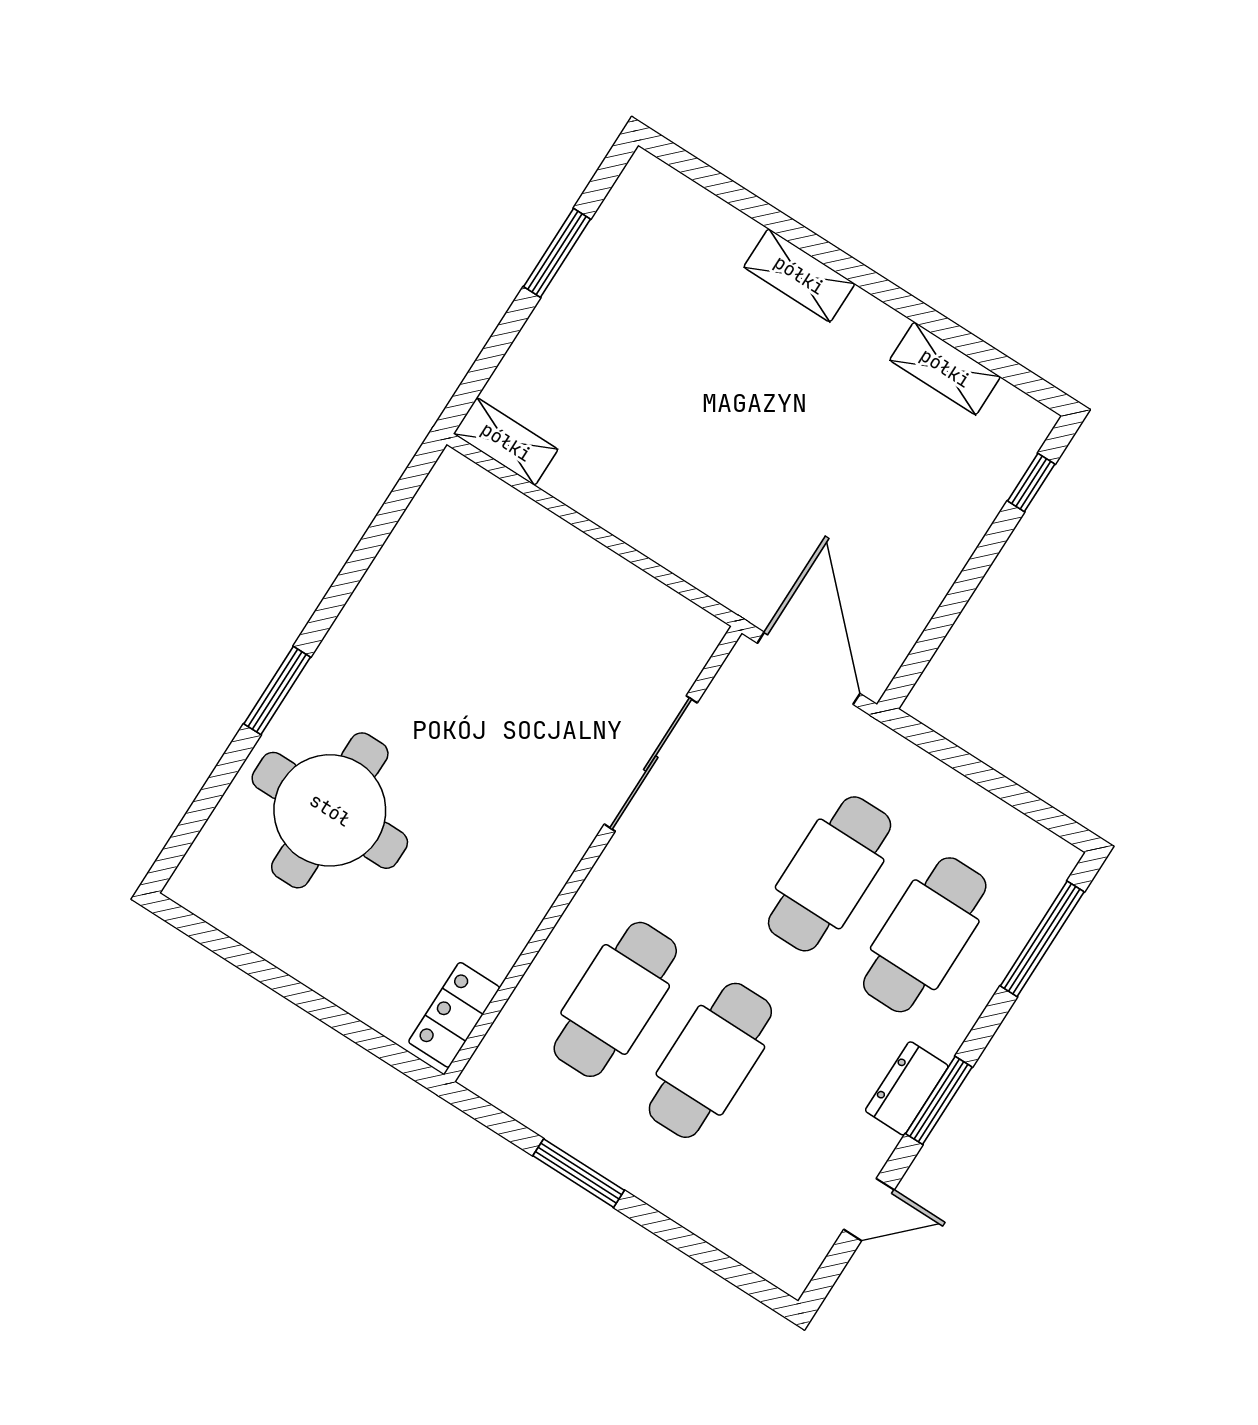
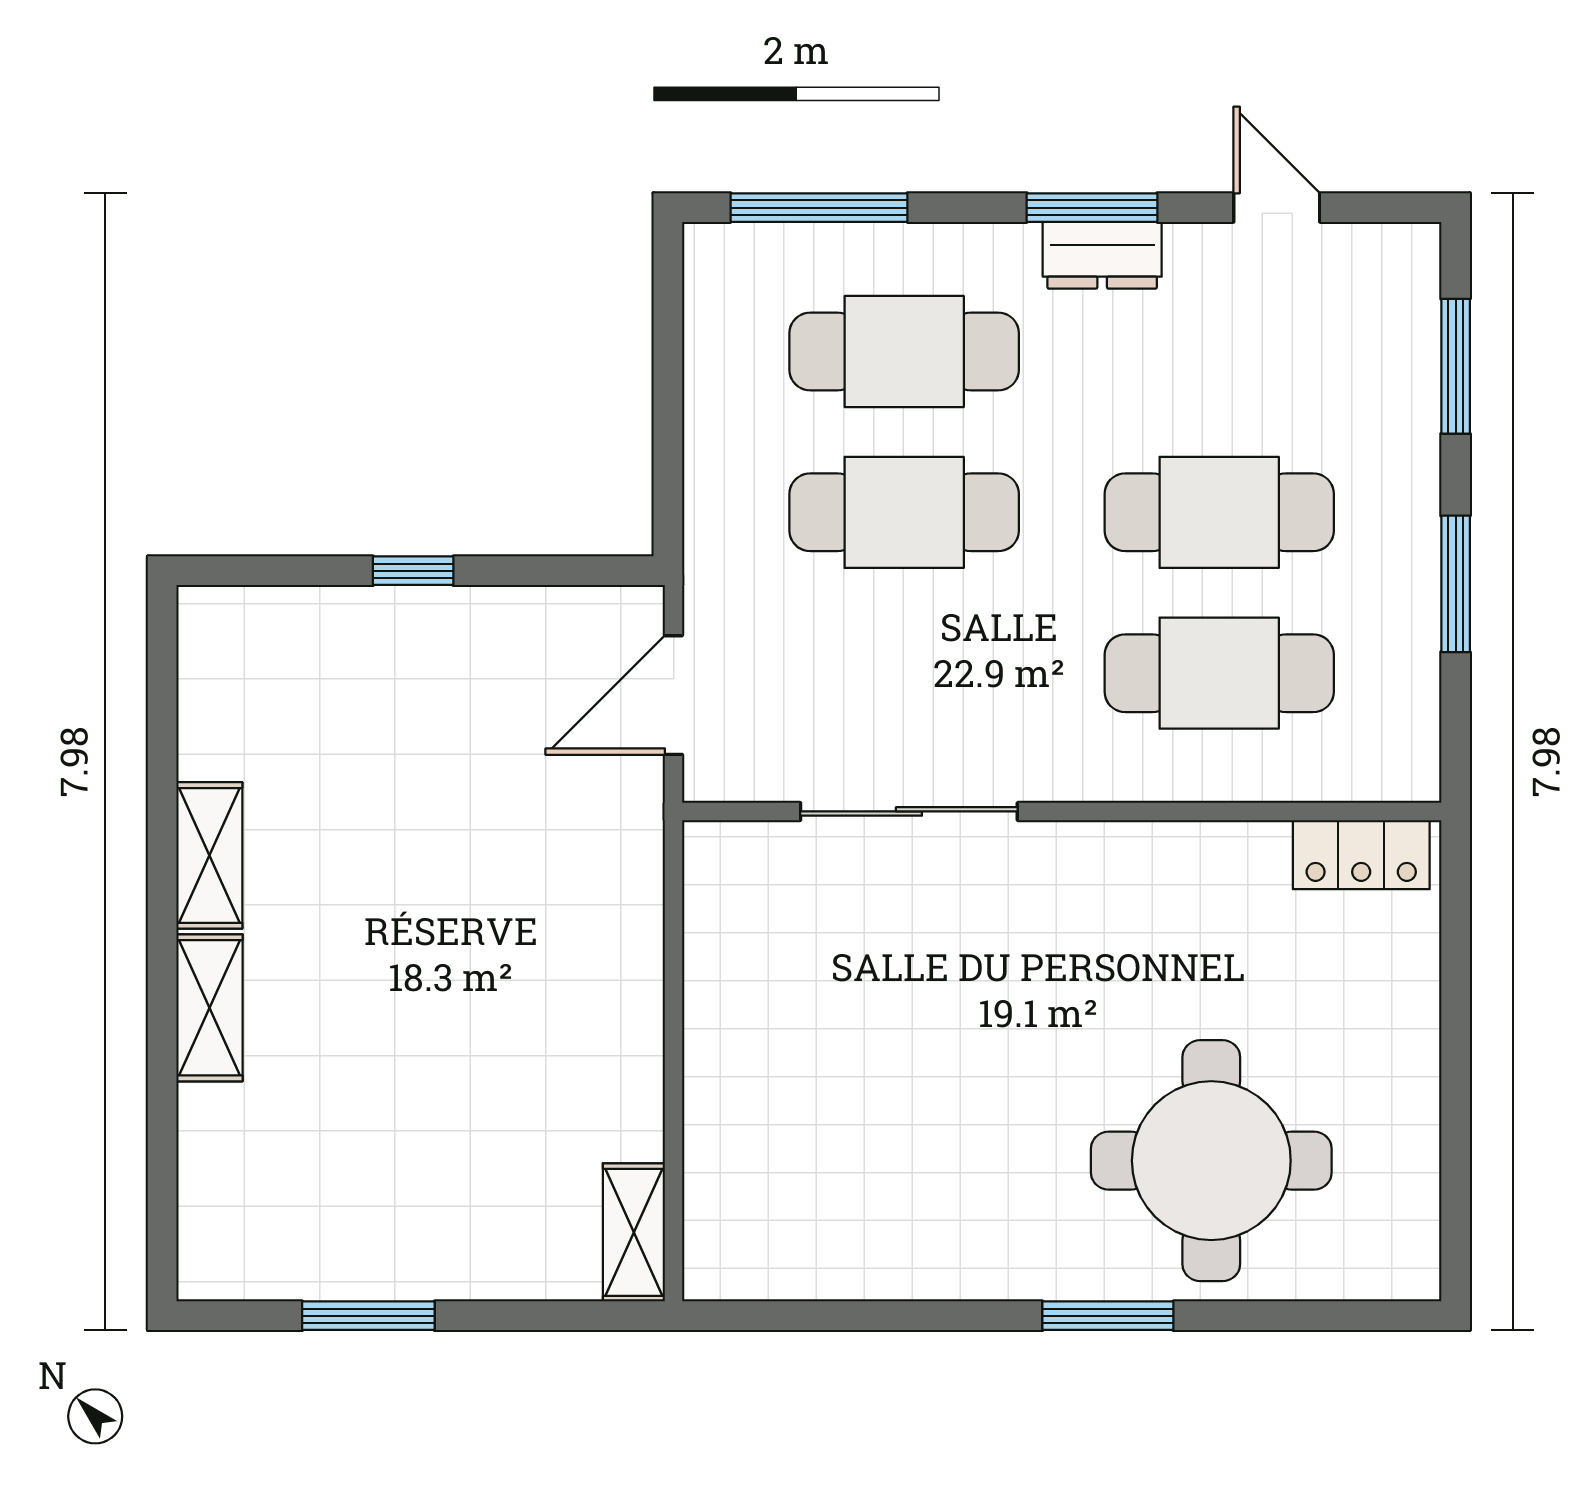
shelving: (945, 368) -> (209, 855), moved
window: (1031, 483) -> (413, 571), moved
door: (809, 668) -> (674, 695), width x0.73
window: (707, 1255) -> (1456, 366), added

